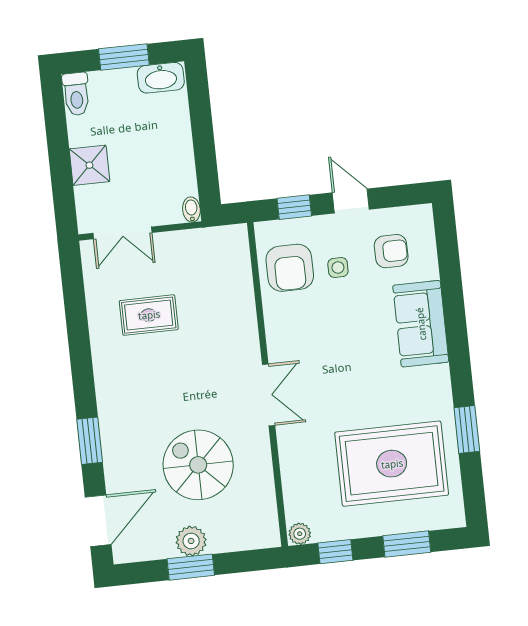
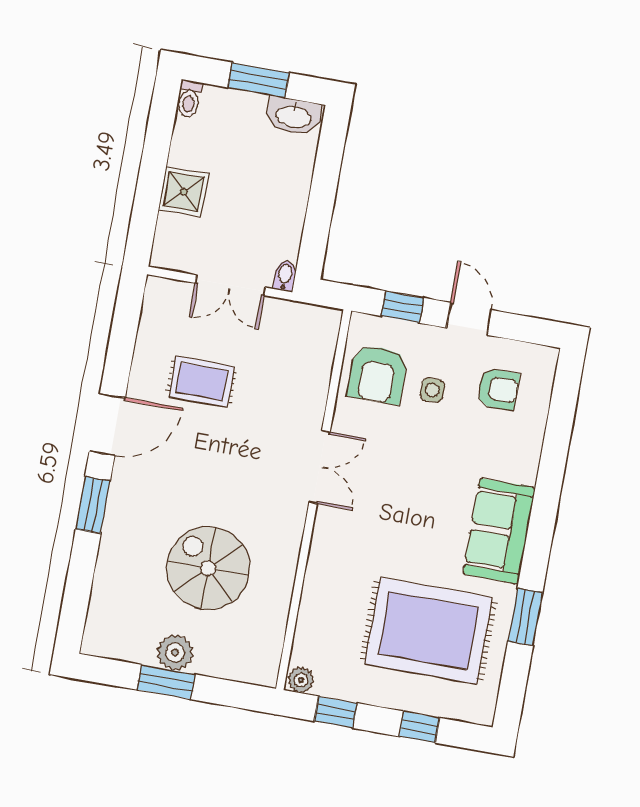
toilet: (76, 94) -> (189, 99), width x0.73, depth x0.72
double door: (122, 233) -> (230, 285), moved
sofa: (421, 324) -> (499, 531), moved
double door: (269, 395) -> (319, 467), moved
door: (98, 521) -> (107, 425), moved
window: (407, 544) -> (419, 727), width x0.67

